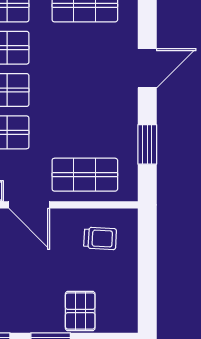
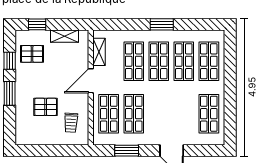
shop shelf: (85, 132) -> (134, 114), added
pallet: (80, 311) -> (46, 107), moved

